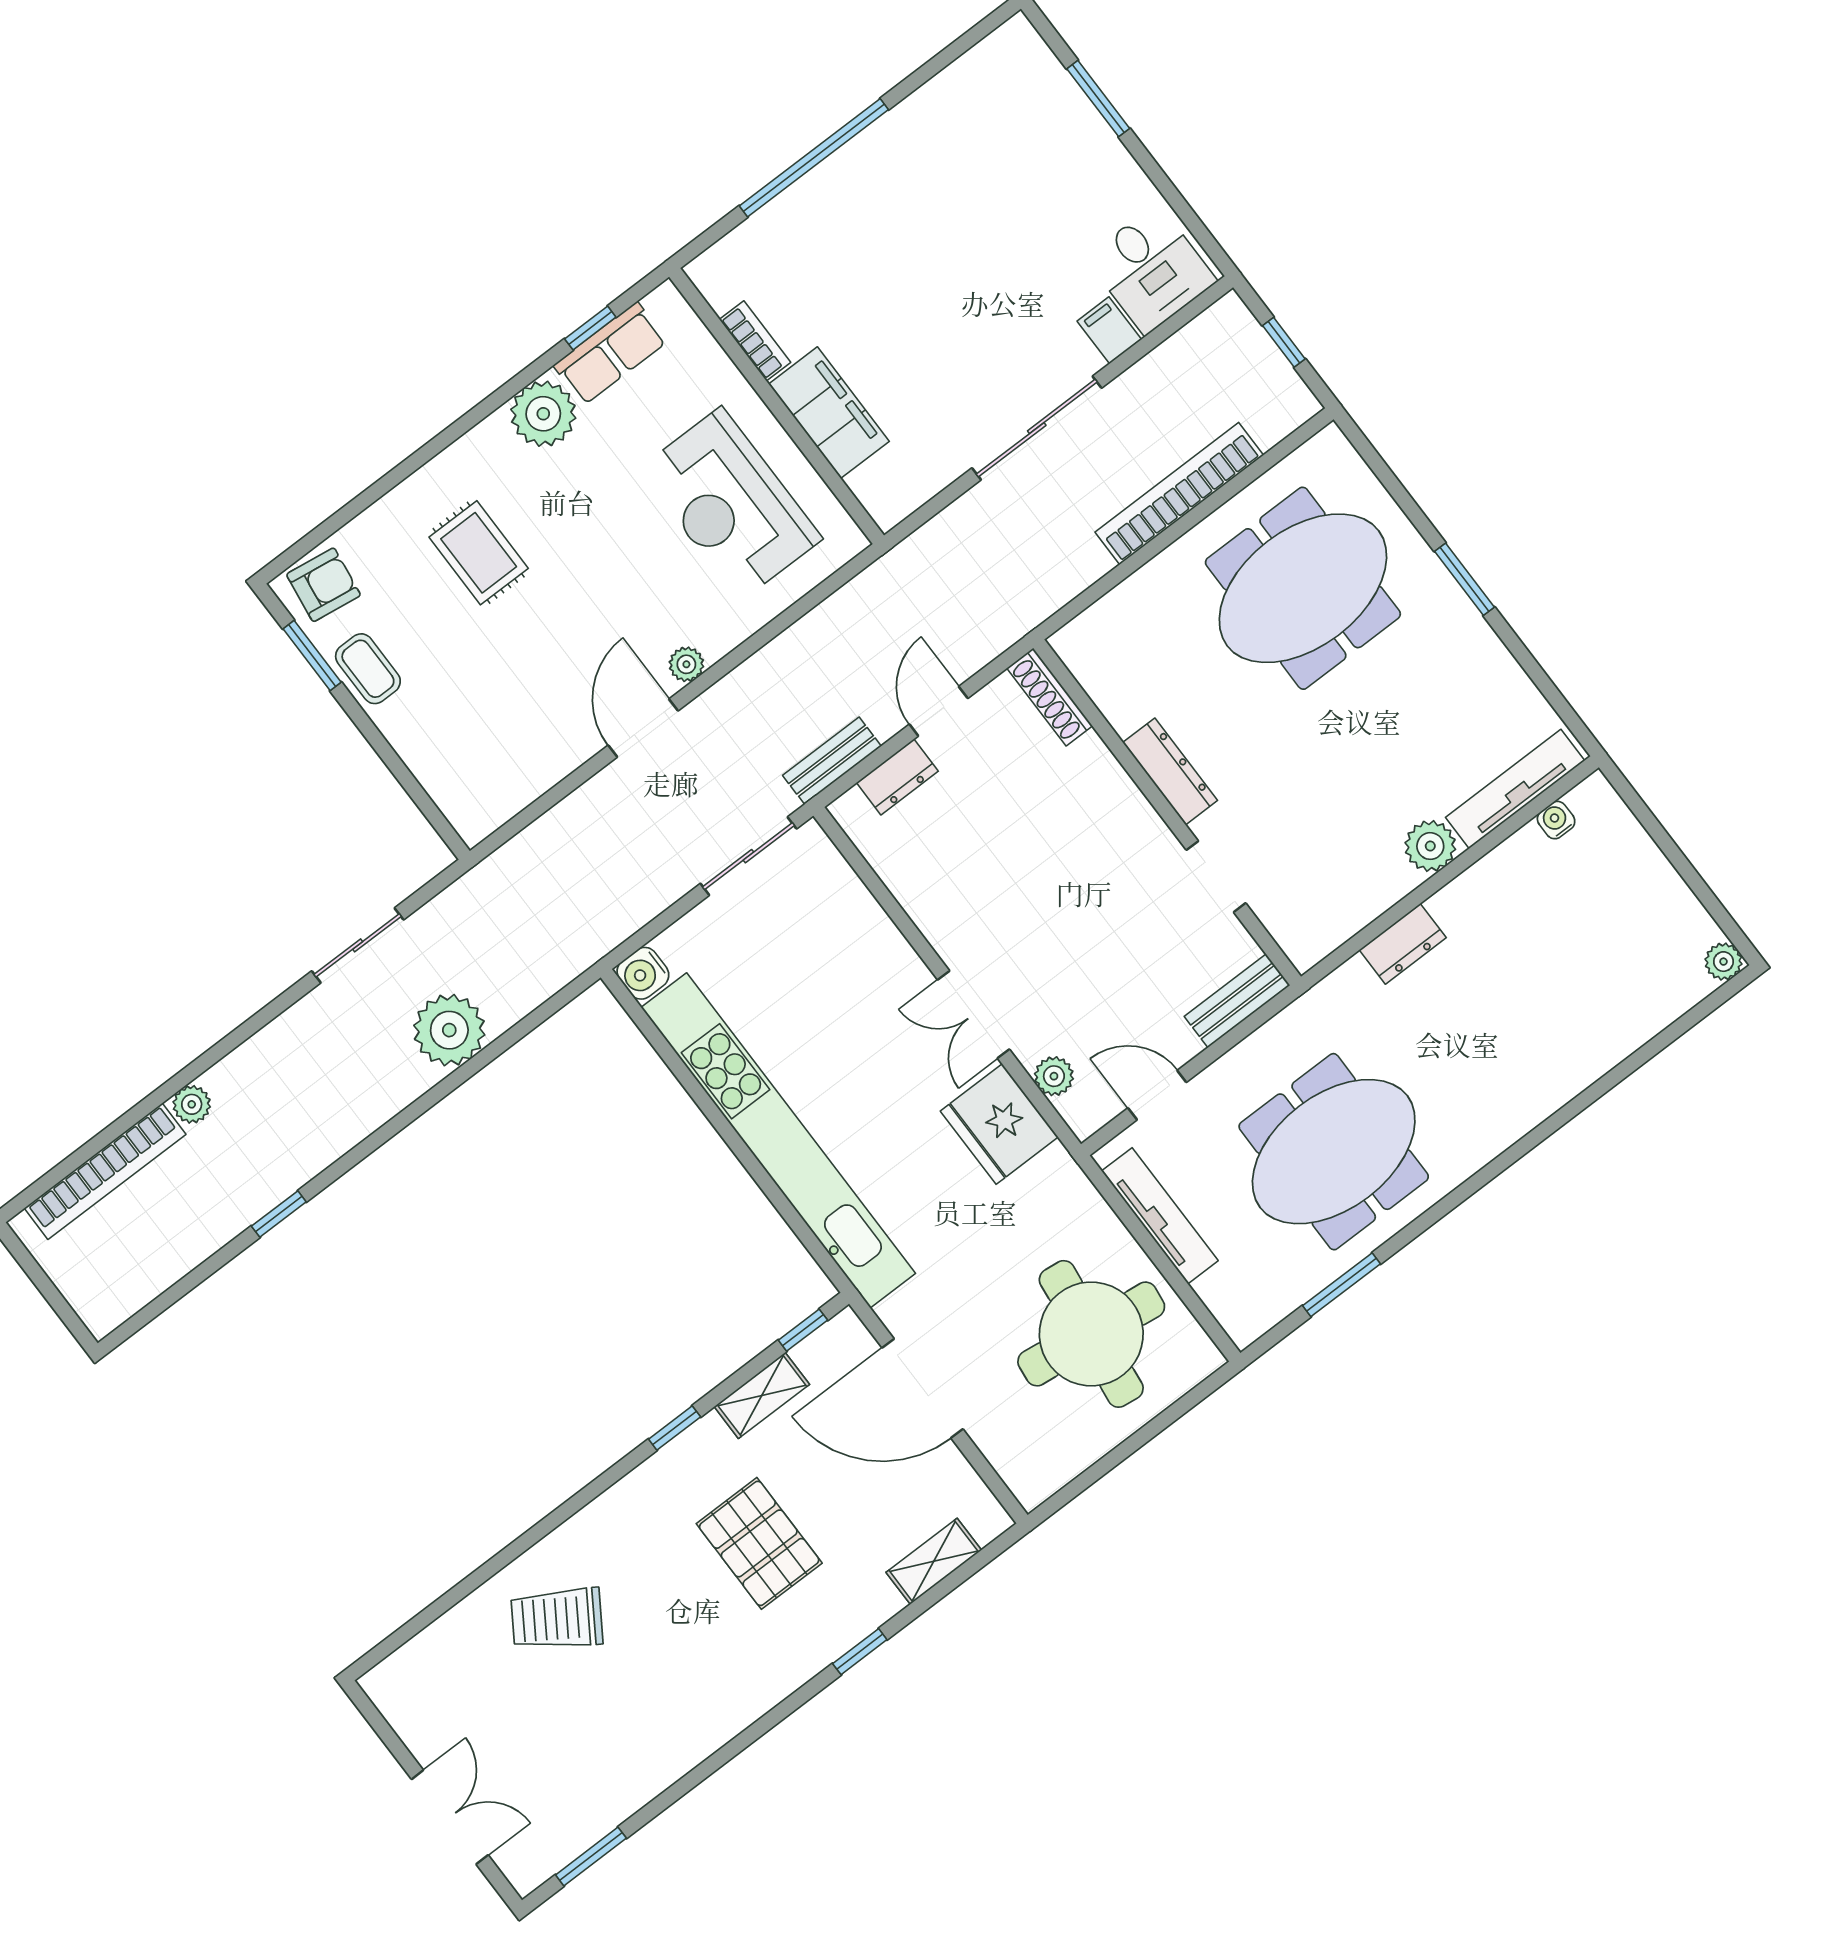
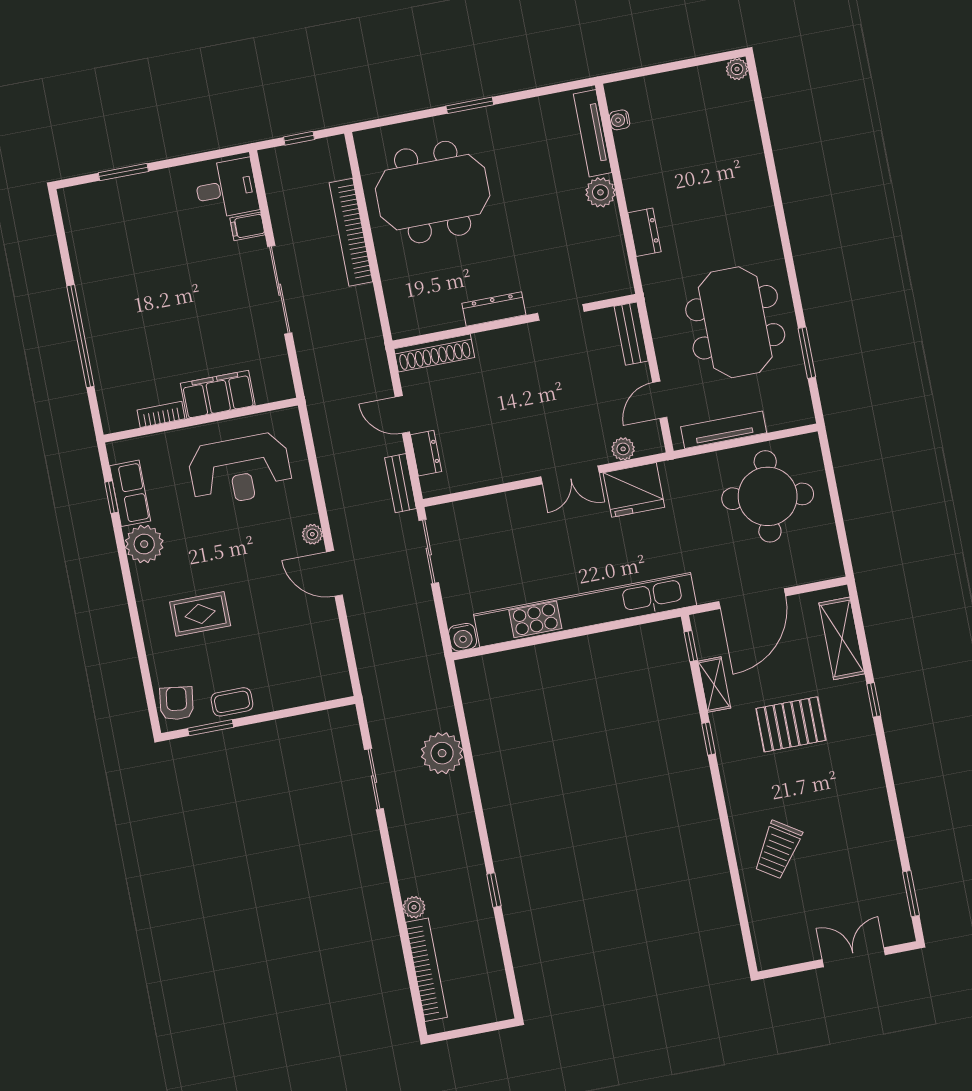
meeting table: (1303, 588) -> (433, 192), turned 90
shoe rack: (1050, 697) -> (434, 353), width x1.36, depth x1.24
shelving: (934, 1561) -> (842, 638), width x1.50, depth x1.33

